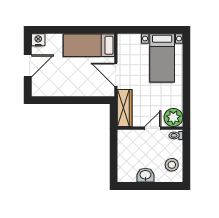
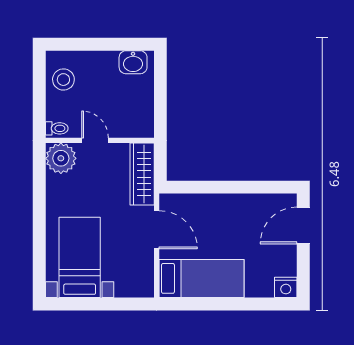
door: (28, 66) -> (303, 225), moved
door: (153, 128) -> (95, 140), swing flipped
washbasin: (145, 175) -> (133, 62), moved

